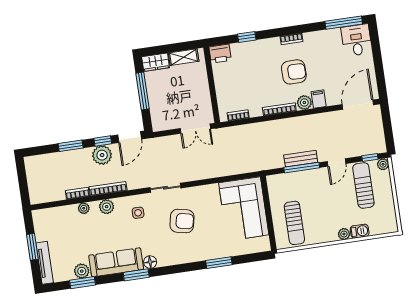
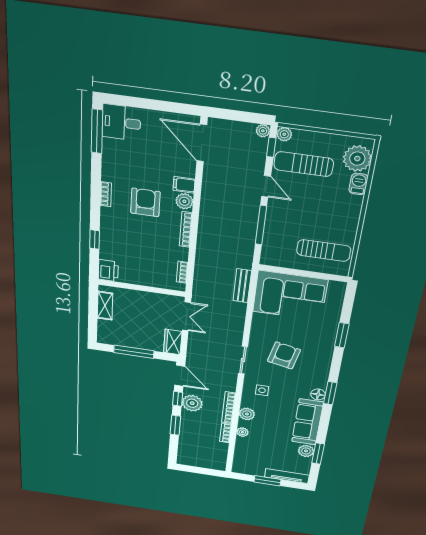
wardrobe: (156, 62) -> (173, 342), moved, turned 180
plant: (381, 148) -> (263, 131), added
bench: (301, 159) -> (242, 286), moved
plant: (344, 234) -> (357, 159), moved, width x1.88, depth x1.88
window: (136, 275) -> (330, 393), moved

